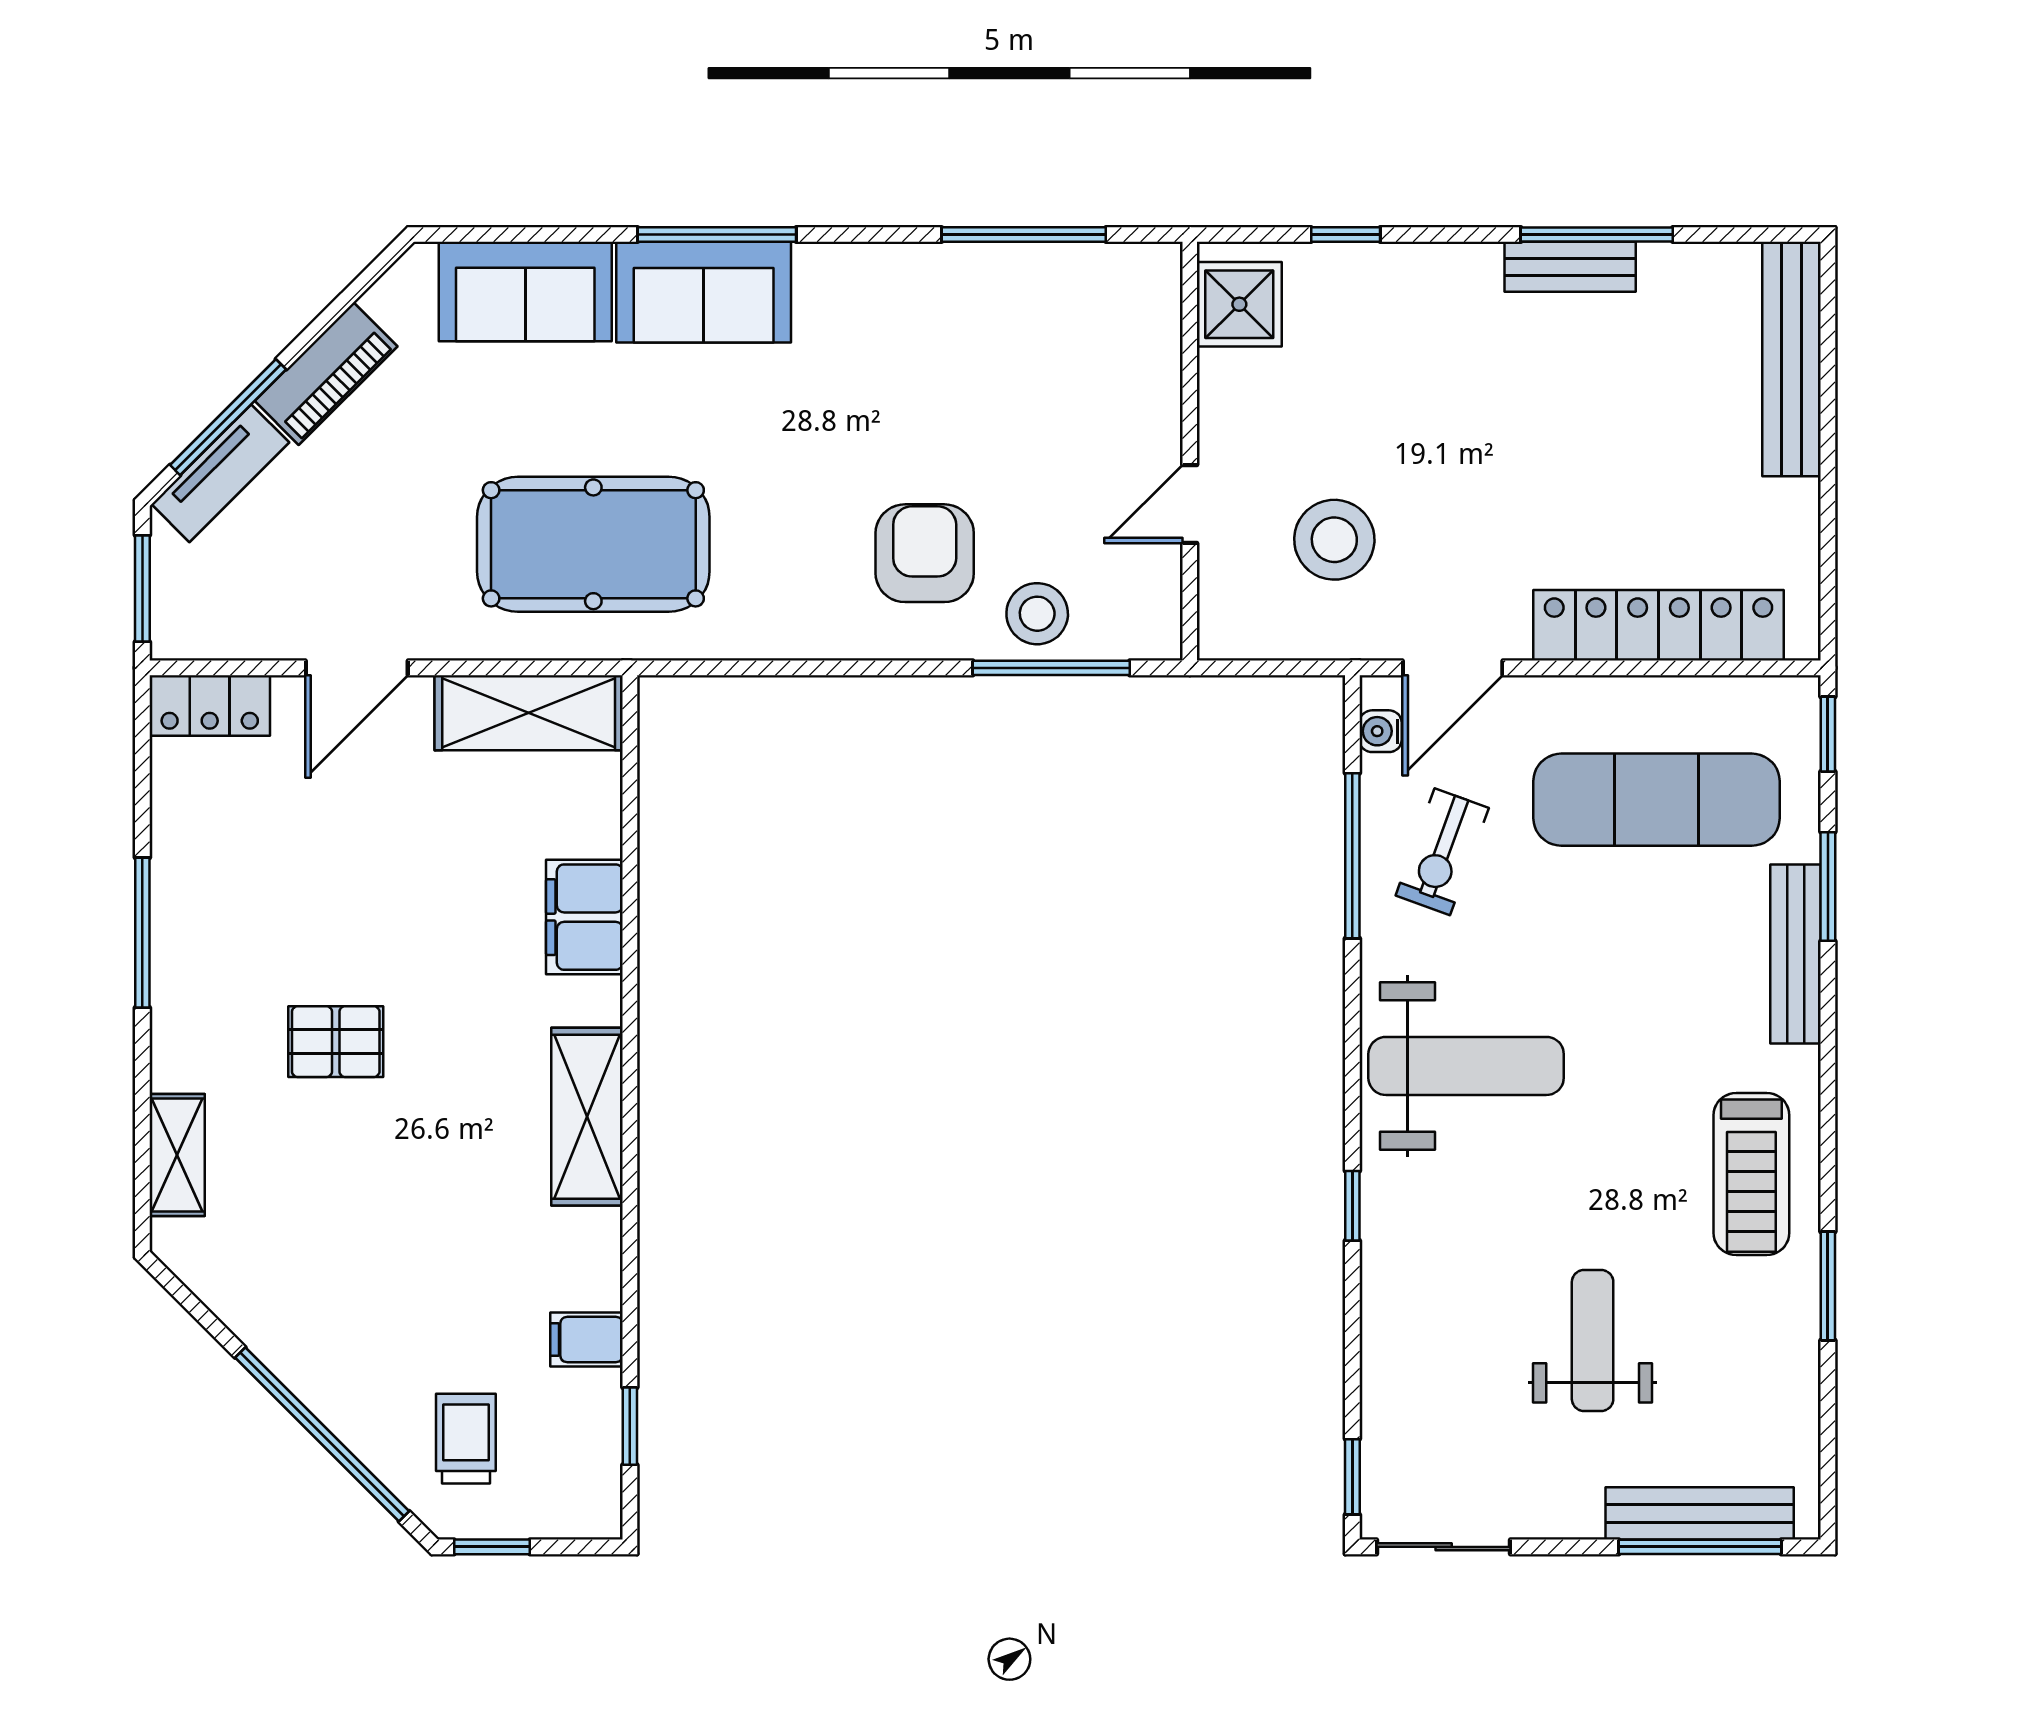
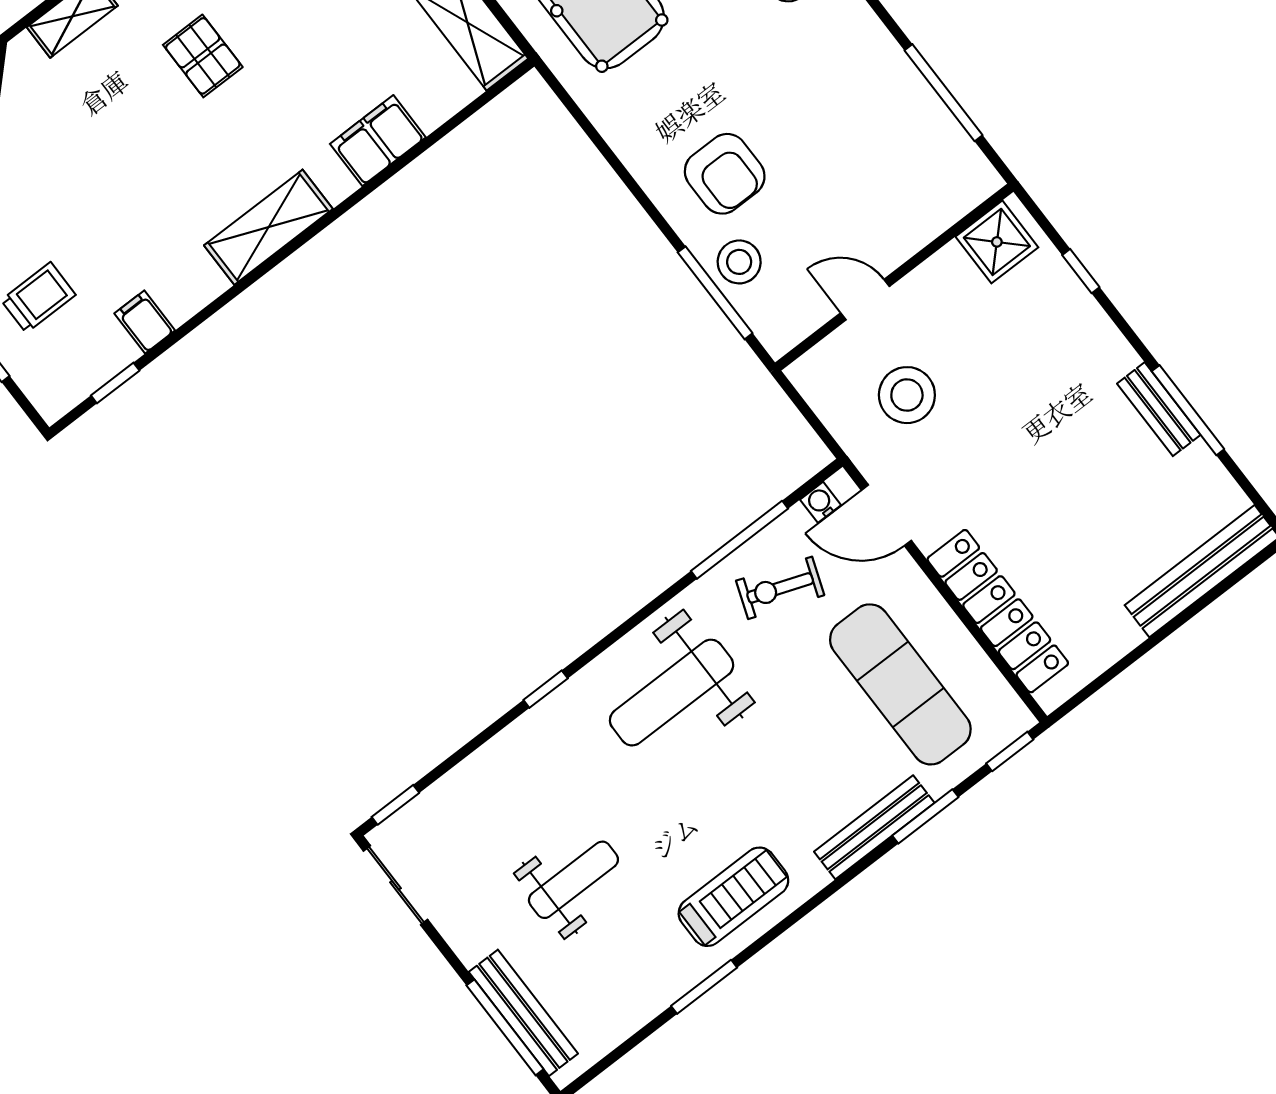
armchair: (925, 553) -> (725, 174), turned 90
weight bench: (1466, 1066) -> (672, 693), turned 90
treadmill: (1751, 1174) -> (733, 897), turned 180

